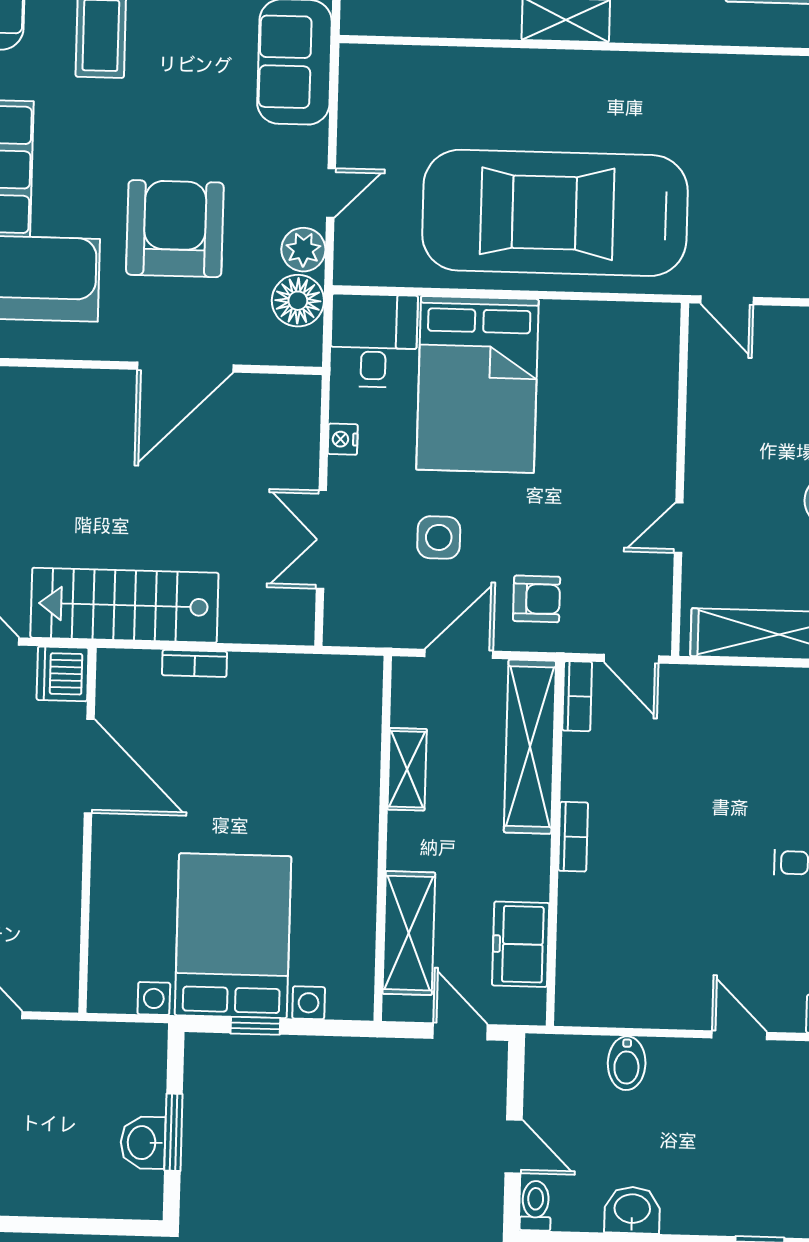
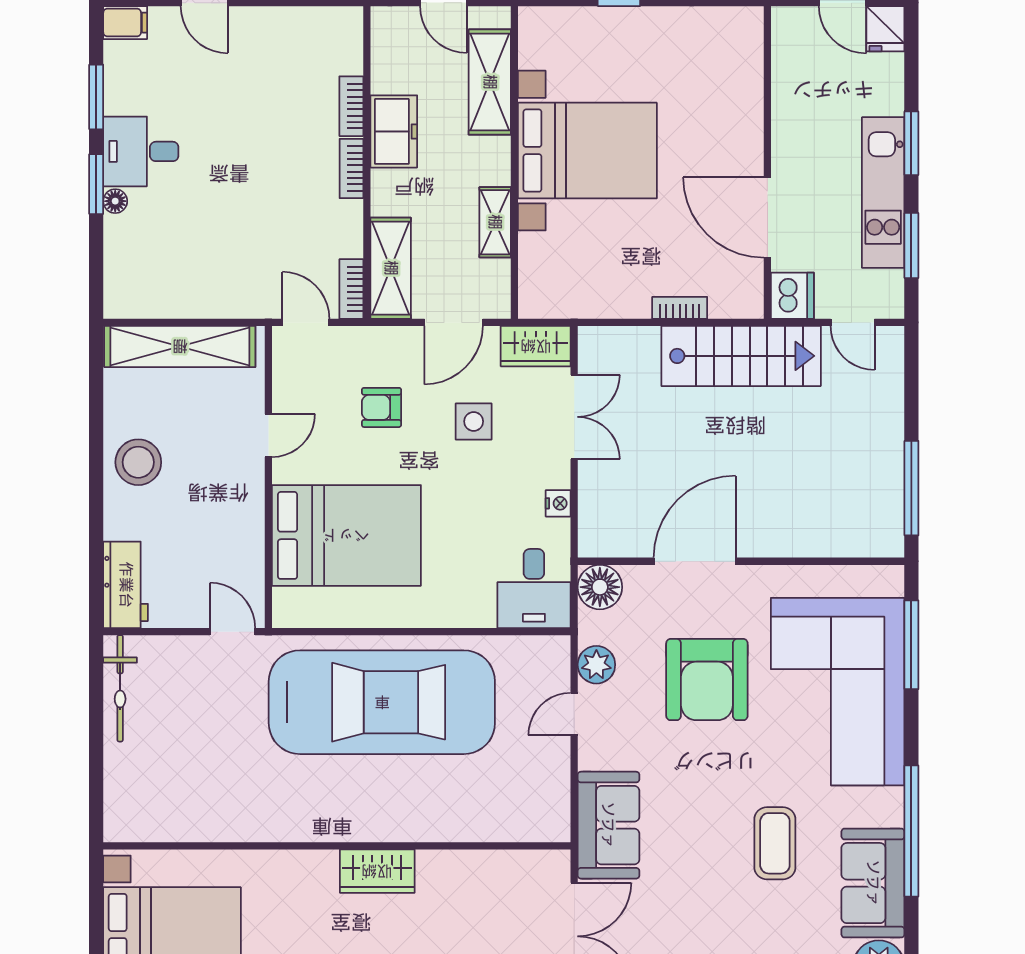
floor lamp: (298, 301) -> (600, 587), moved
bed: (477, 384) -> (346, 535), moved, turned 90
armchair: (537, 599) -> (381, 407), moved
wardrobe: (364, 623) -> (536, 346), added
shelving: (530, 747) -> (391, 268), width x0.68
bookcase: (571, 909) -> (351, 106), added
bed with nightstands: (233, 936) -> (587, 151), moved, turned -90
freezer: (521, 944) -> (394, 131), moved

